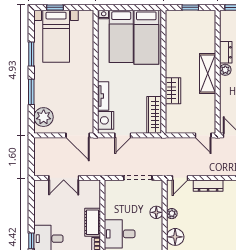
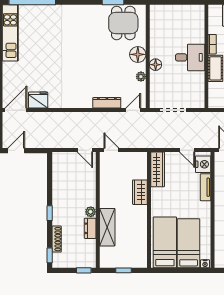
shelving: (208, 73) -> (107, 227), moved
door: (123, 135) -> (187, 150), swing flipped
floor lamp: (156, 212) -> (156, 65), moved

